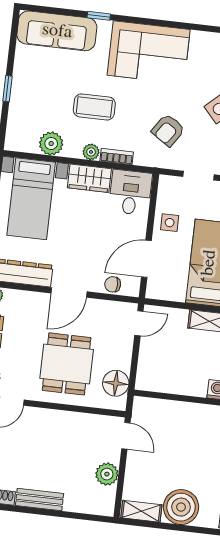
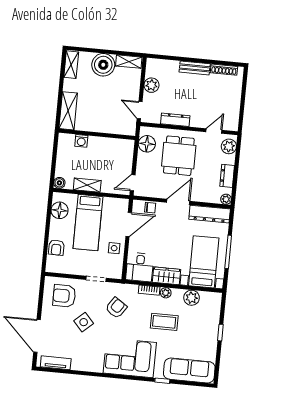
dresser: (71, 420) -> (175, 120), added

